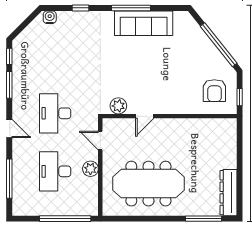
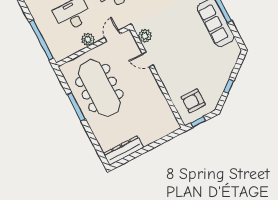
window: (219, 45) -> (229, 86), width x0.32
window: (204, 219) -> (76, 107), moved

